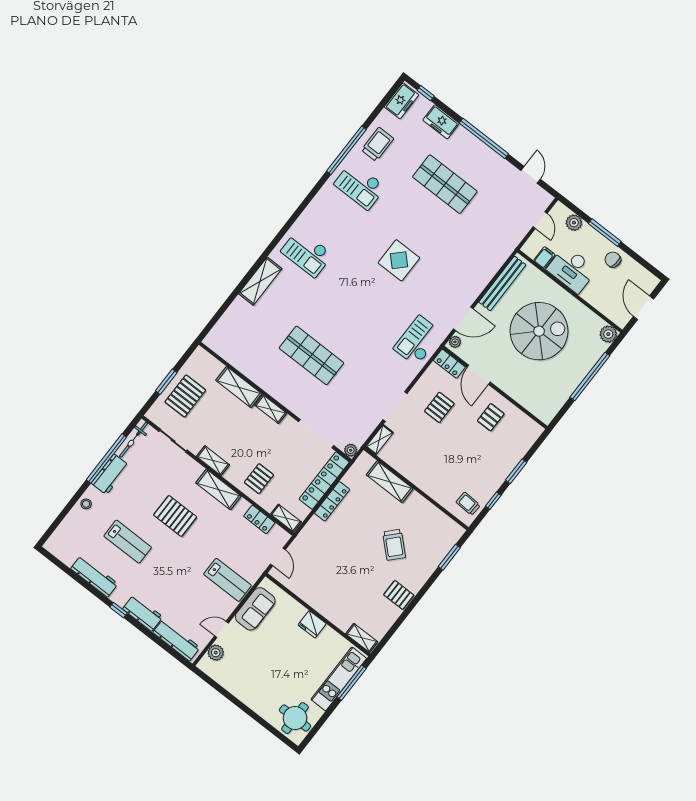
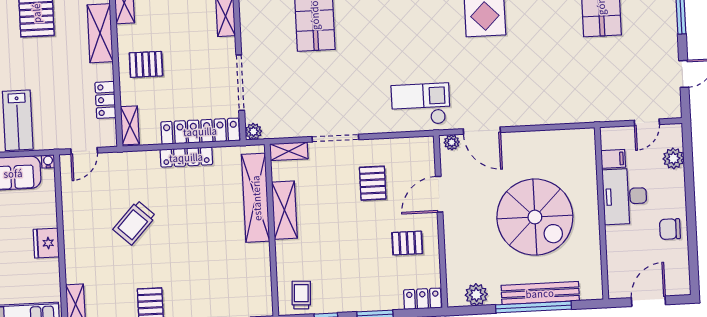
window: (605, 233) -> (690, 198), removed
chair: (613, 260) -> (670, 229), turned -97
bench: (502, 283) -> (540, 293), moved
plant: (608, 334) -> (476, 295), moved
locker: (449, 364) -> (423, 299), moved, turned 90
pallet: (439, 407) -> (373, 183), turned 90
shelving: (411, 471) -> (284, 210), added
shelving: (390, 482) -> (256, 198), width x1.47
trolley: (394, 545) -> (134, 223), moved
water cooler: (266, 583) -> (48, 161), added

